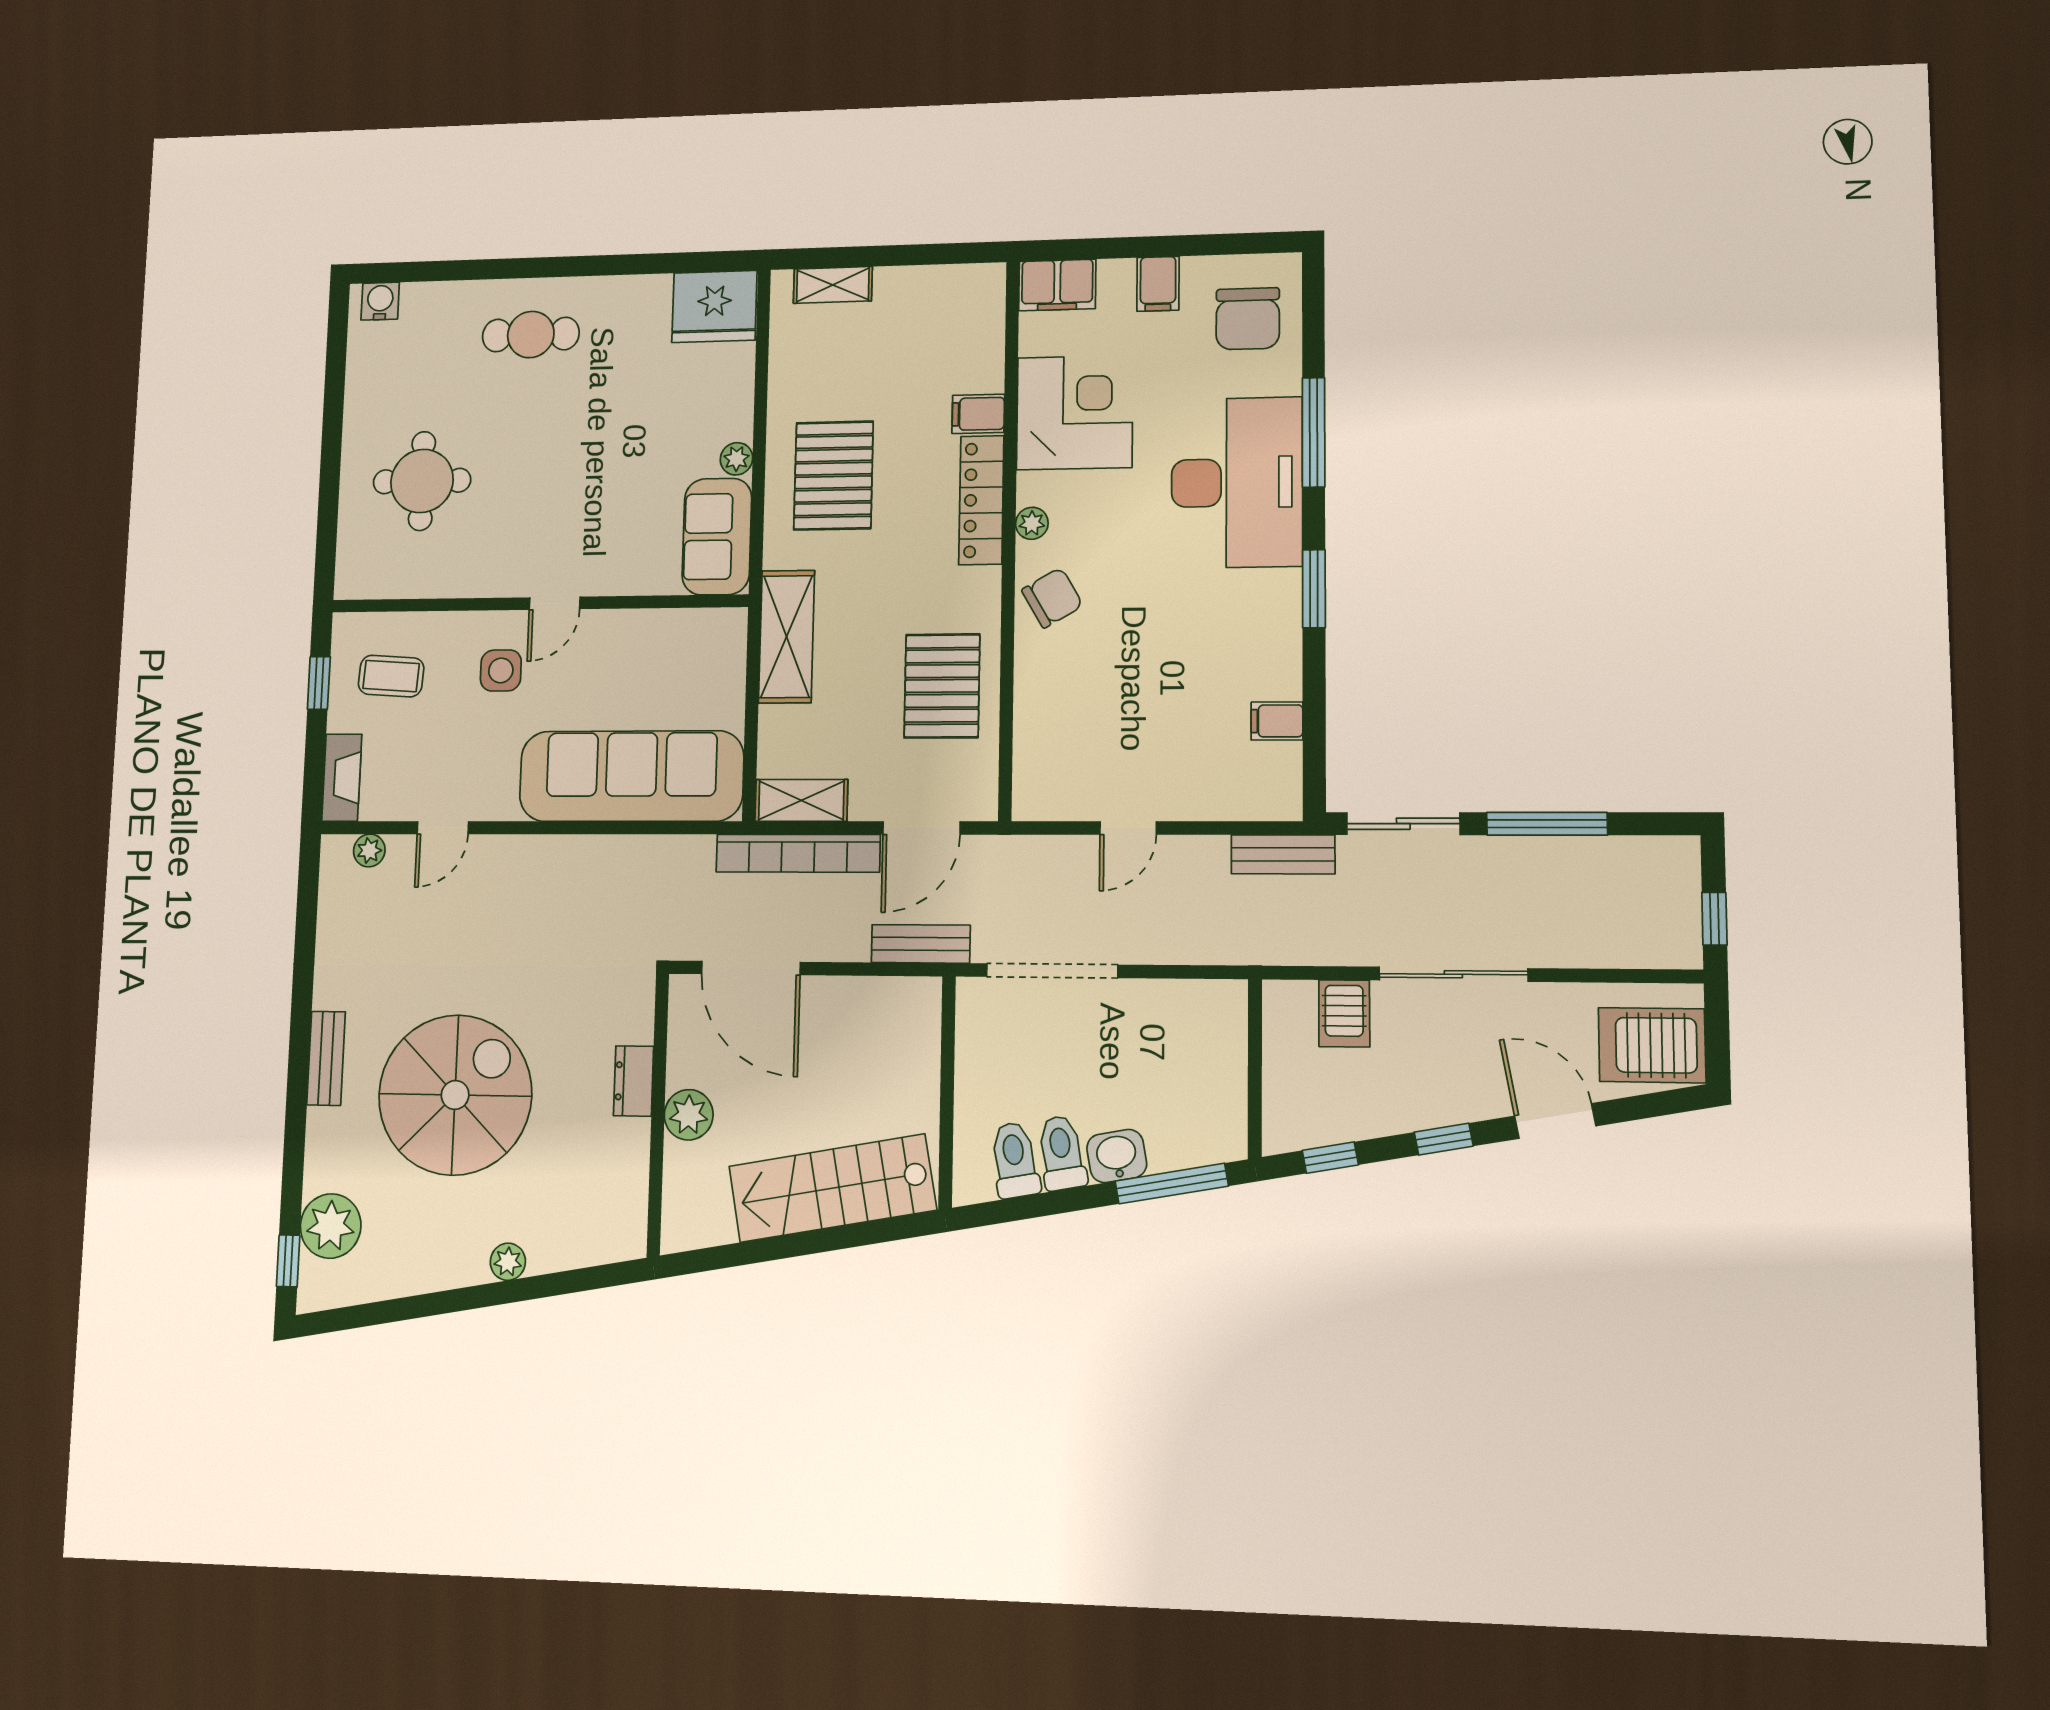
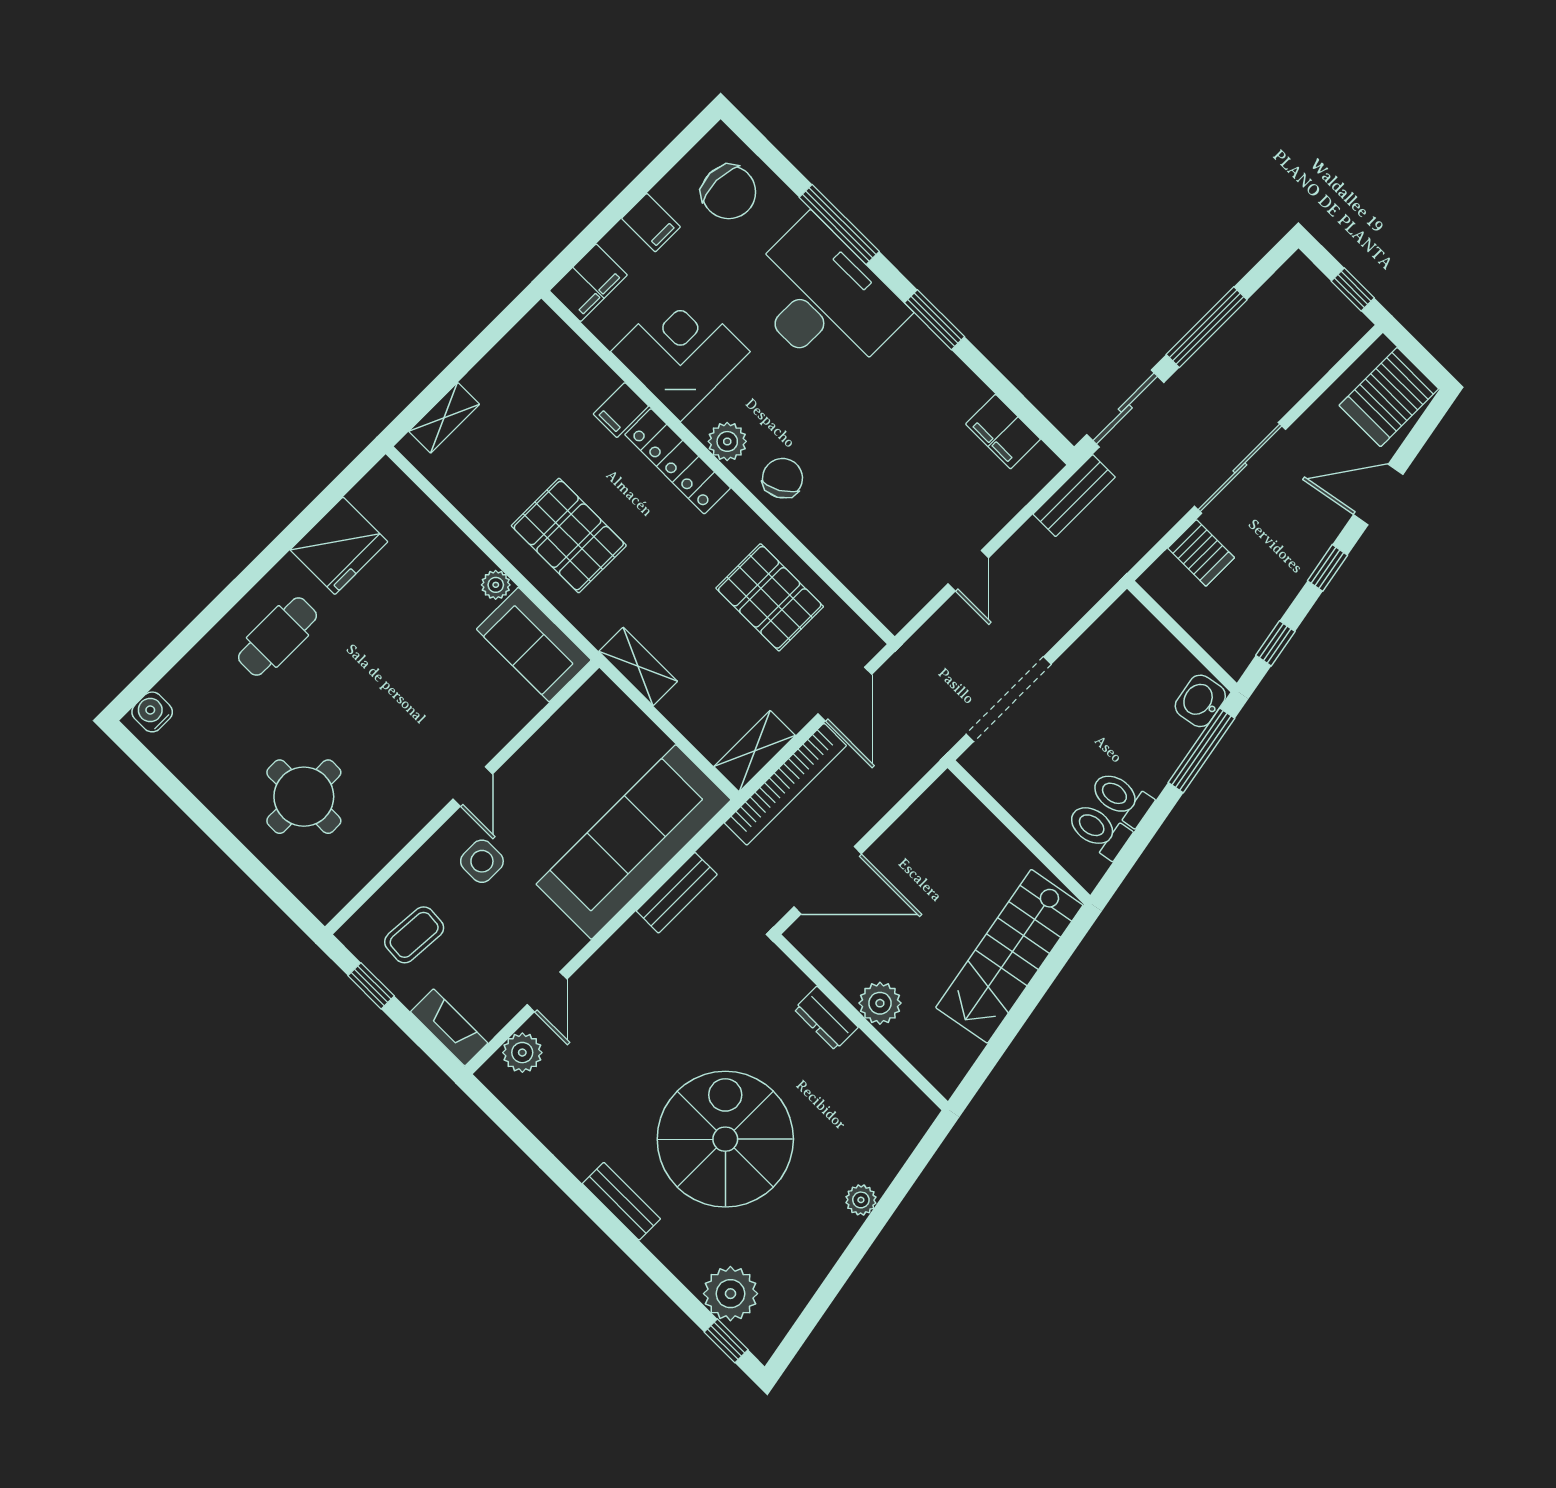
fridge: (714, 306) -> (339, 546), moved
plant: (1032, 523) -> (727, 441), width x1.38, depth x1.38
shelving: (786, 637) -> (638, 666), width x0.67, depth x0.75
filing cabinet: (1277, 721) -> (1003, 432), width x2.00
plant: (369, 850) -> (522, 1053), width x1.38, depth x1.38
bench: (921, 944) -> (677, 893), moved
washbasin: (1117, 1156) -> (1200, 701), moved

